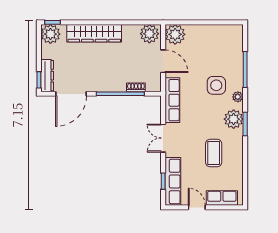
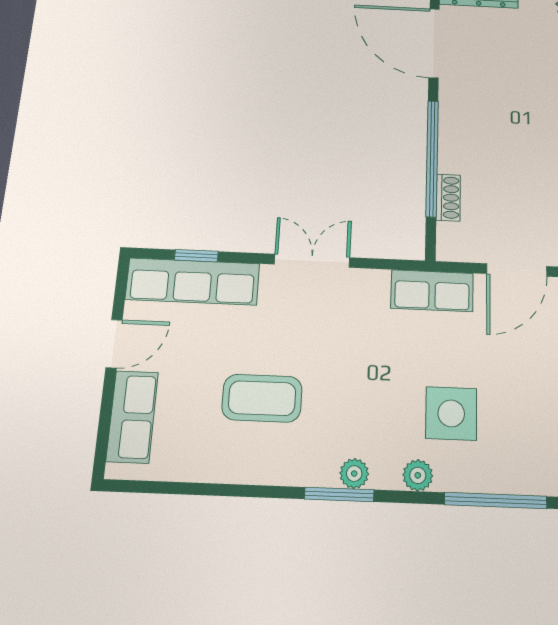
row of seats: (172, 100) -> (432, 291), width x0.68
plant: (234, 119) -> (354, 474), width x0.53, depth x0.53

